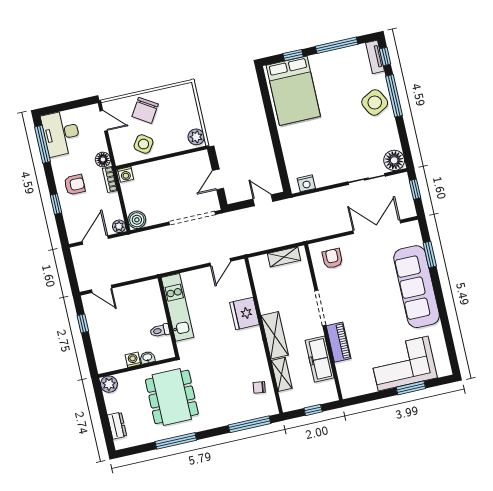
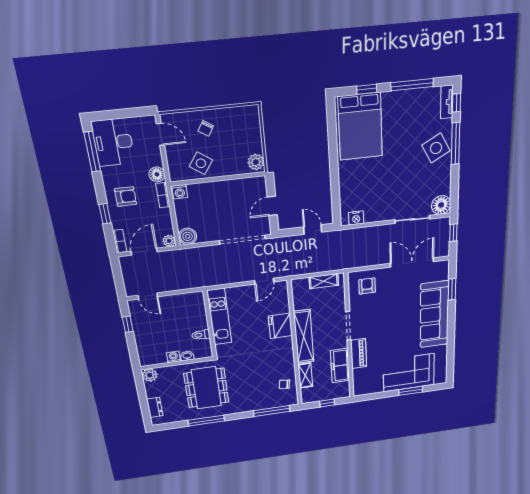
chair: (145, 110) -> (206, 128), width x0.54, depth x0.54
bookcase: (71, 231) -> (120, 241), added
shelving: (275, 335) -> (304, 337), width x1.47

